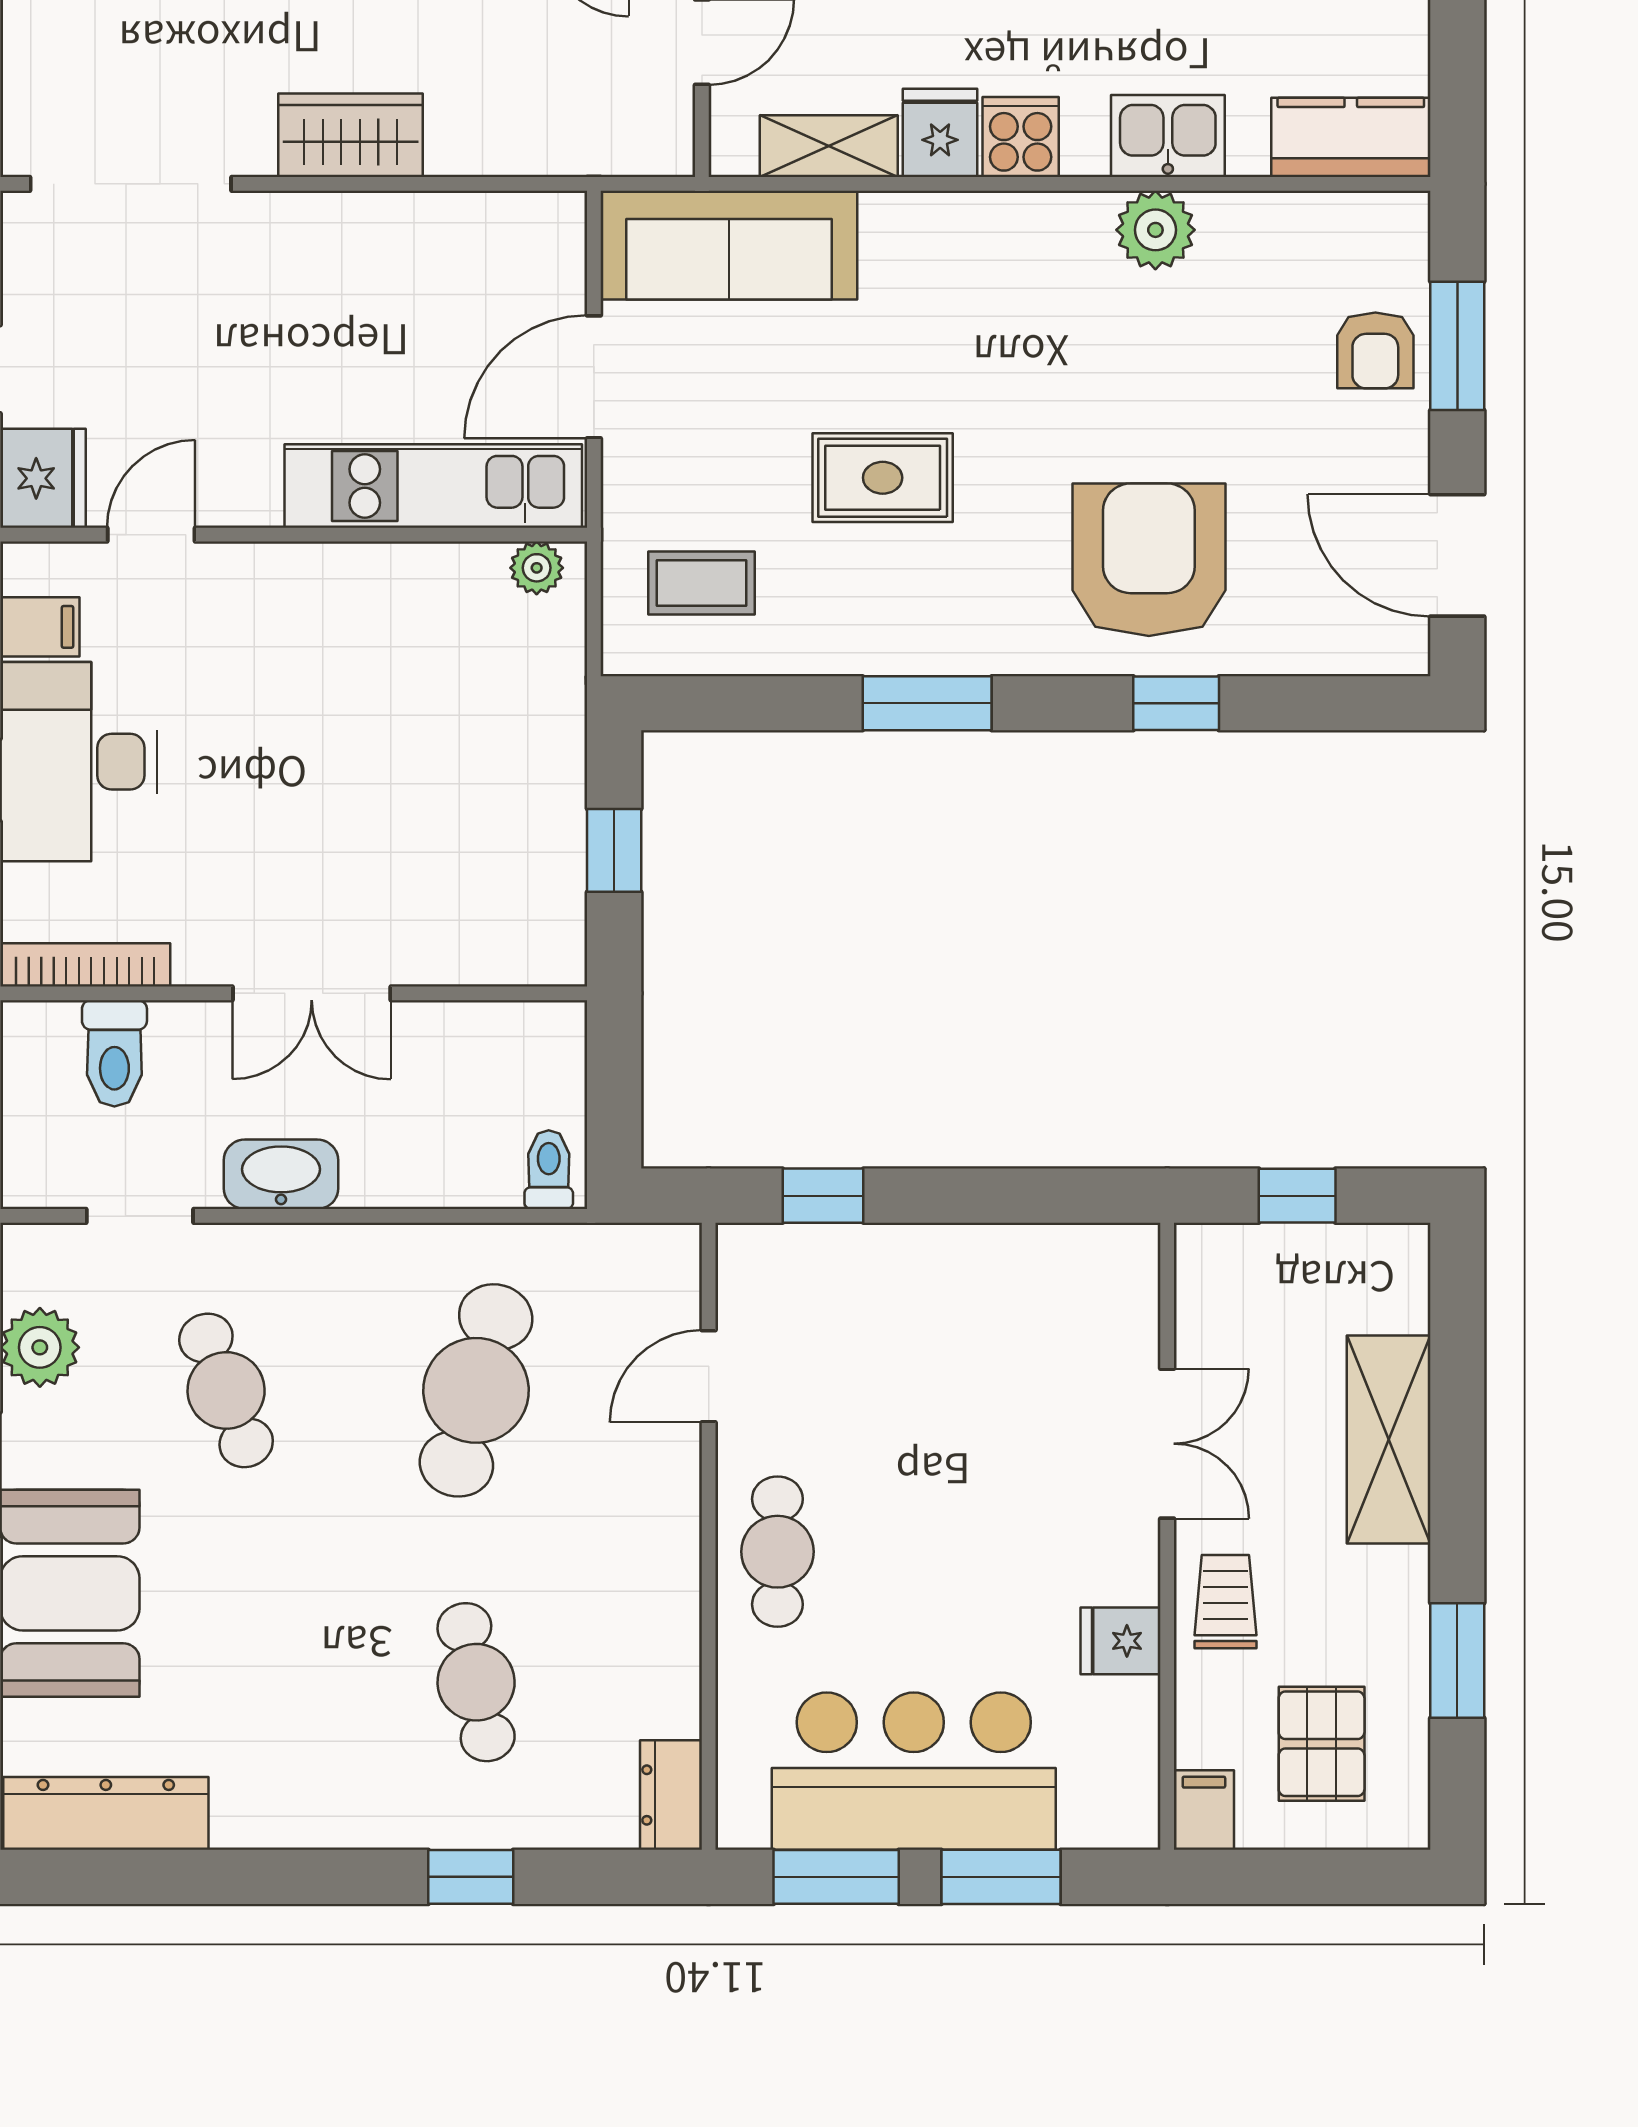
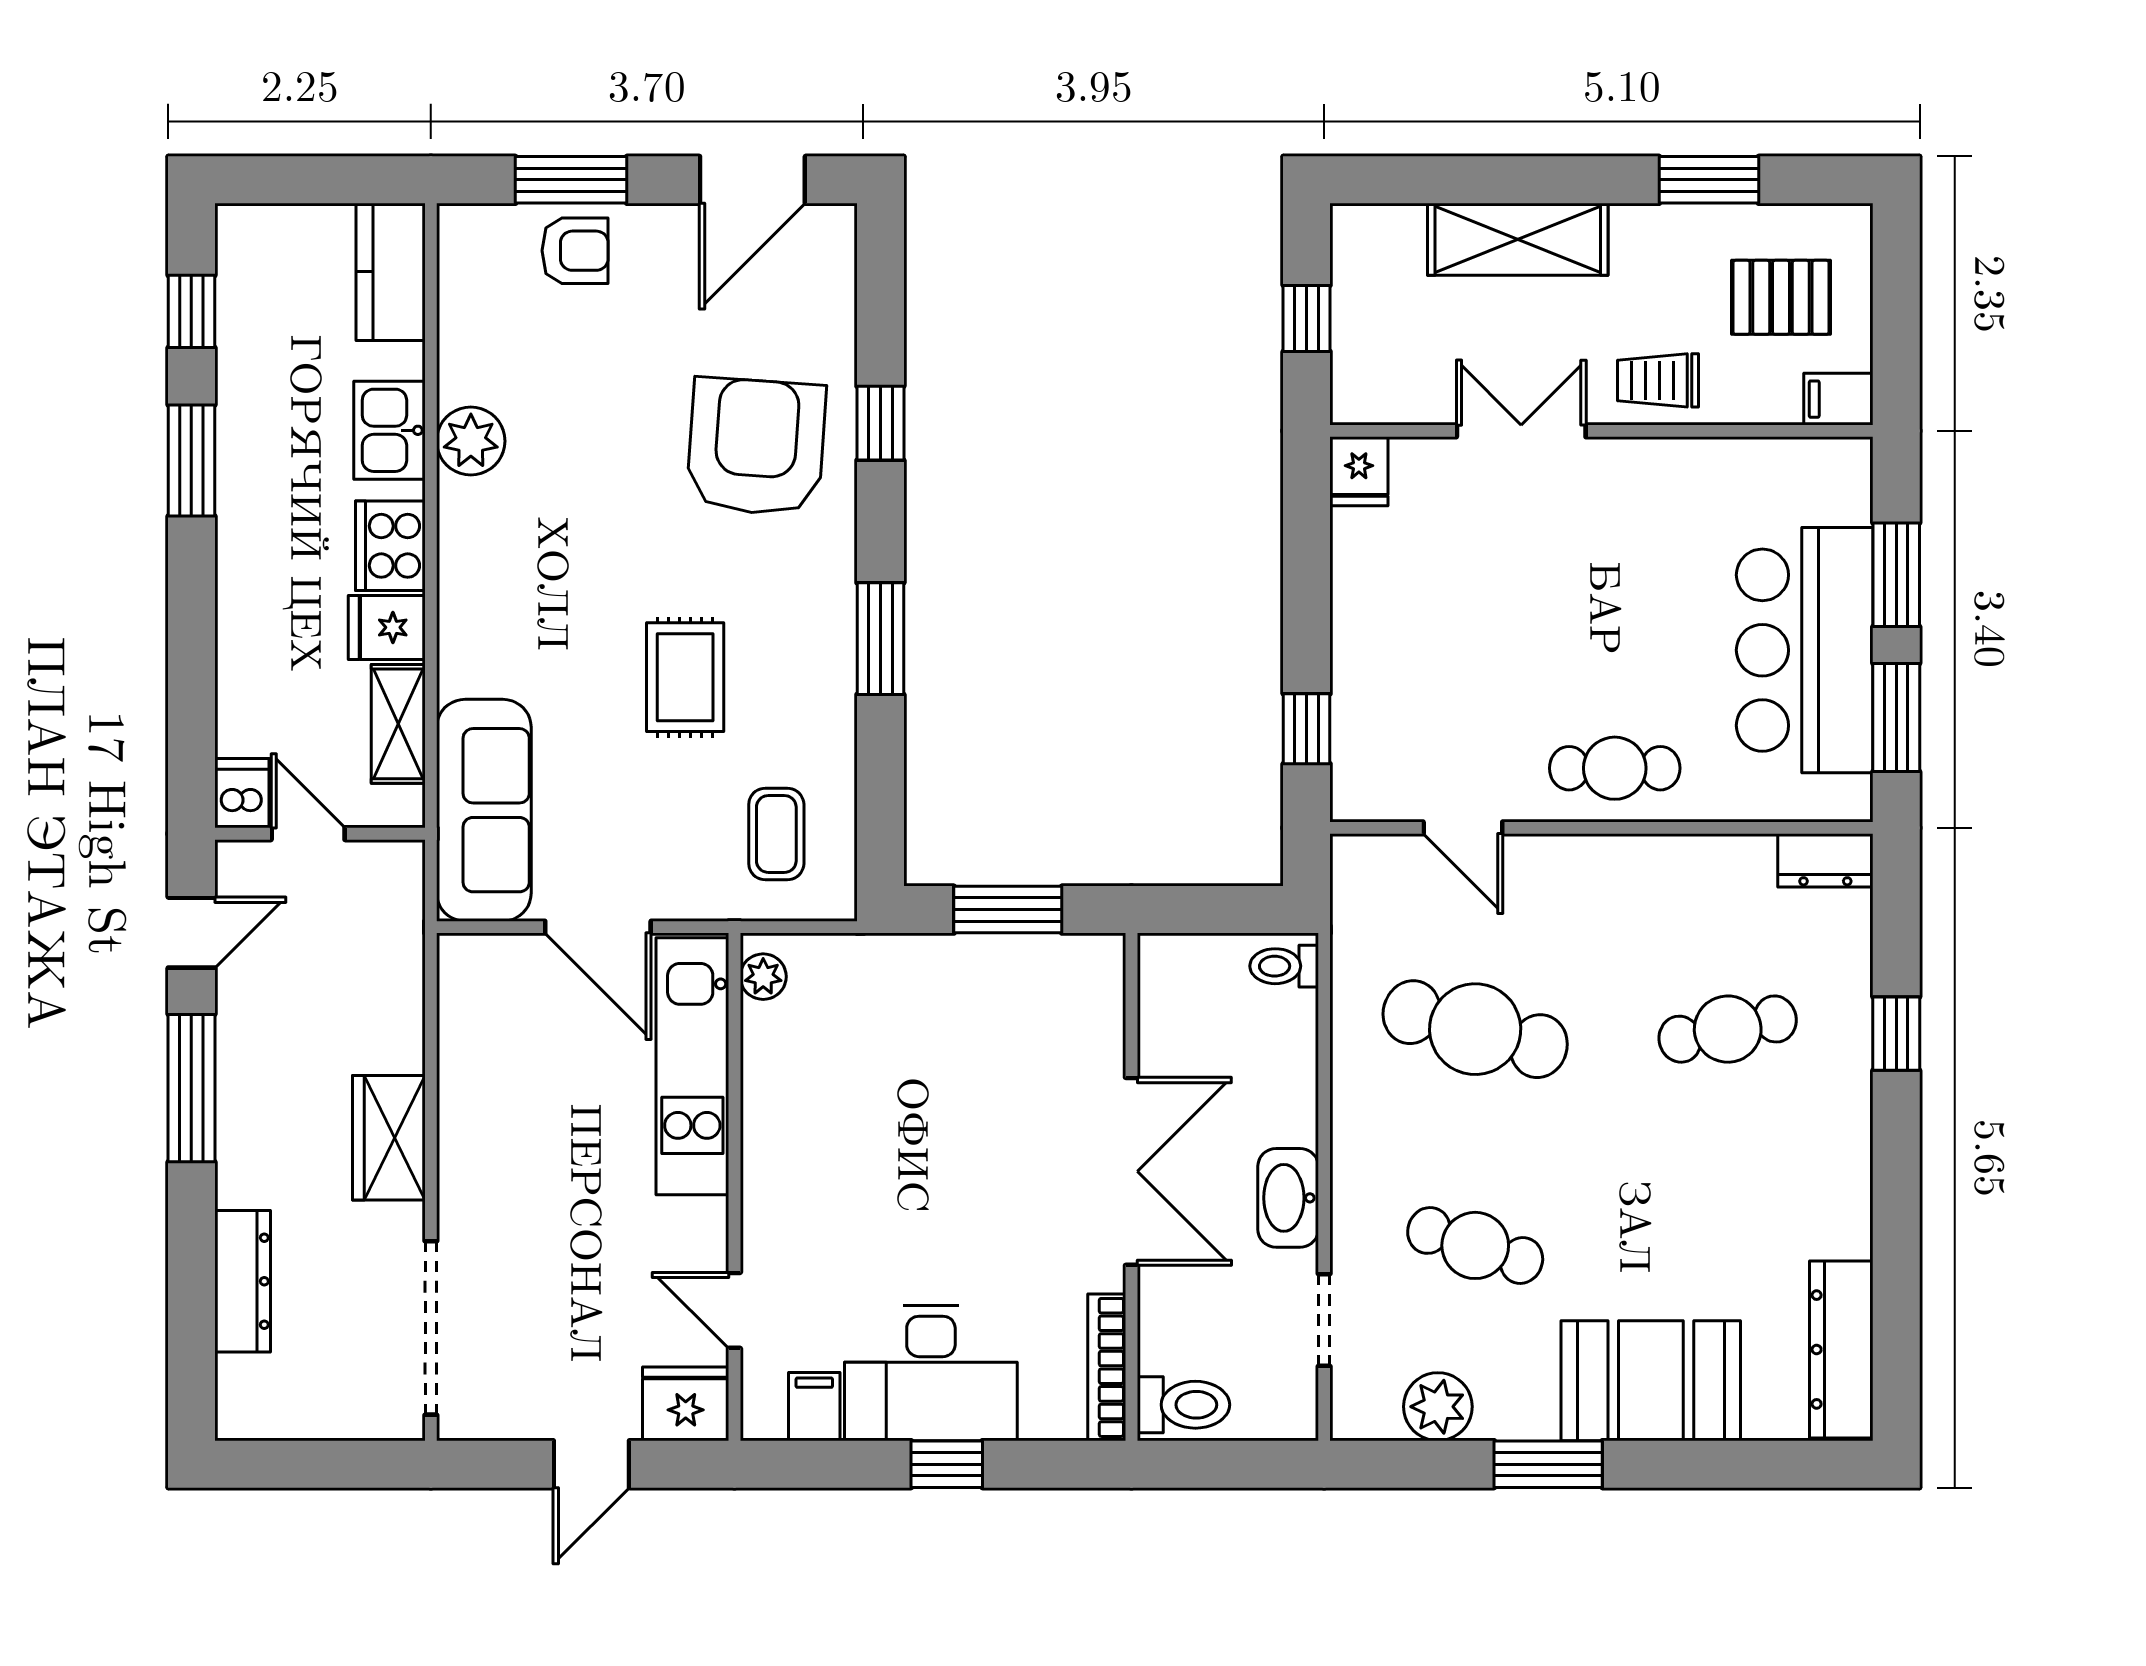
cooker: (1021, 137) -> (390, 546), width x1.36
armchair: (1149, 560) -> (756, 447), turned 94
window: (614, 850) -> (1008, 910), width x1.50
double door: (312, 993) -> (1131, 1171), width x1.37
toilet: (114, 1053) -> (1183, 1405), moved
cafe table: (226, 1390) -> (1475, 1245), turned 39
fridge: (1121, 1641) -> (1359, 471), moved

